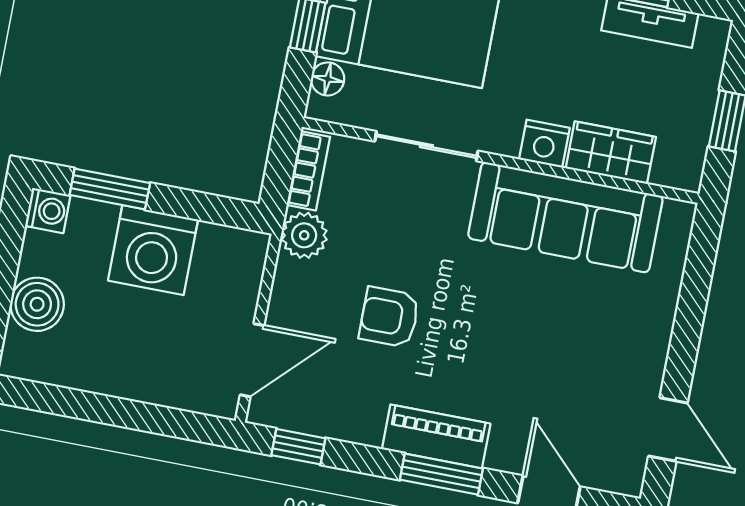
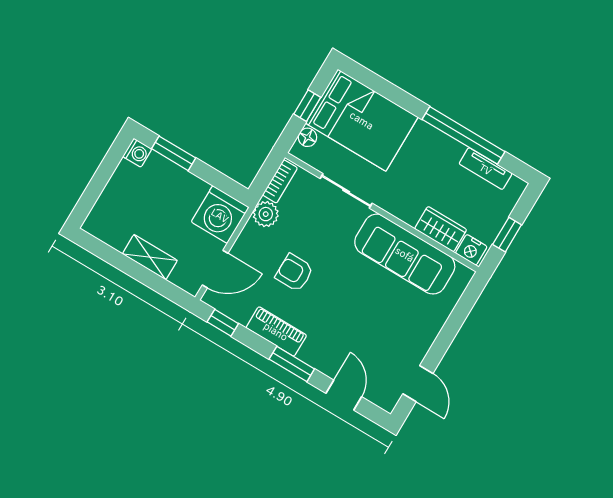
nightstand: (544, 144) -> (471, 250), moved
washing machine: (153, 250) -> (220, 215), moved
boiler: (37, 304) -> (114, 199), removed
shelving: (134, 380) -> (150, 257), added
piano: (436, 436) -> (276, 331), moved

